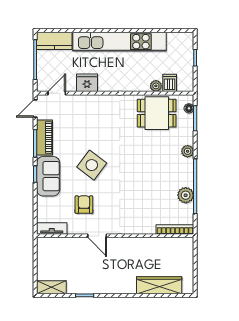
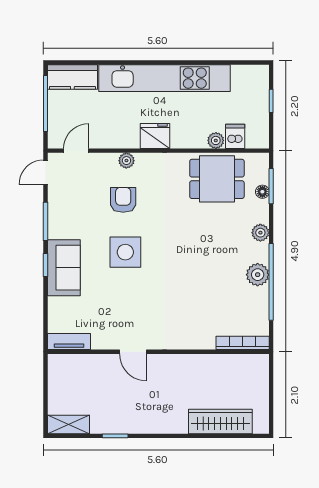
fridge: (87, 83) -> (155, 136), moved
plant: (93, 100) -> (126, 161), added
floor lamp: (189, 108) -> (262, 192), moved
piano: (44, 137) -> (59, 213), removed
side table: (92, 165) -> (125, 252), turned -37
plant: (186, 195) -> (258, 275), moved
armchair: (84, 205) -> (123, 200), moved

